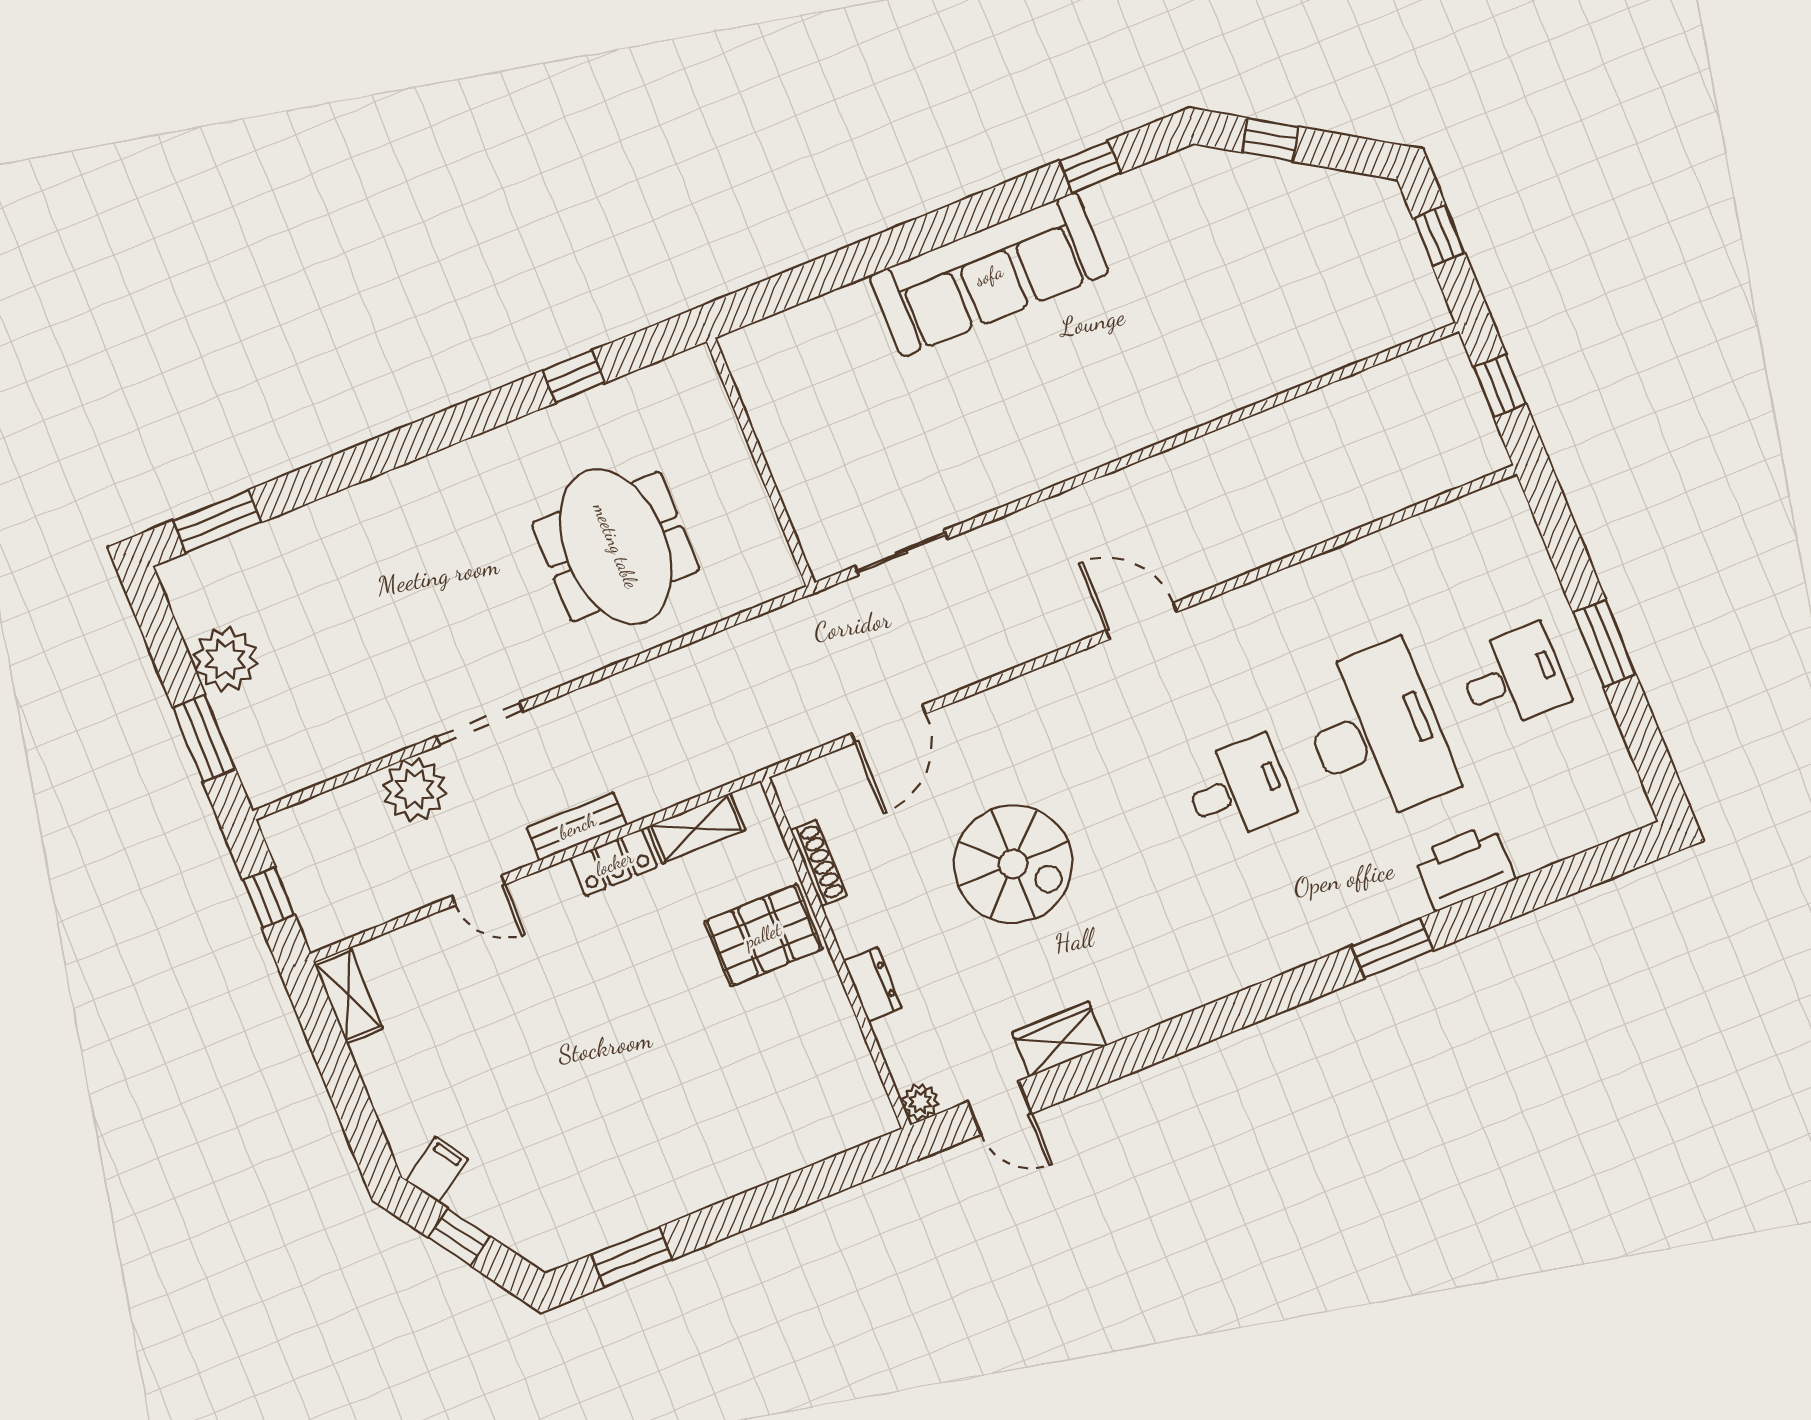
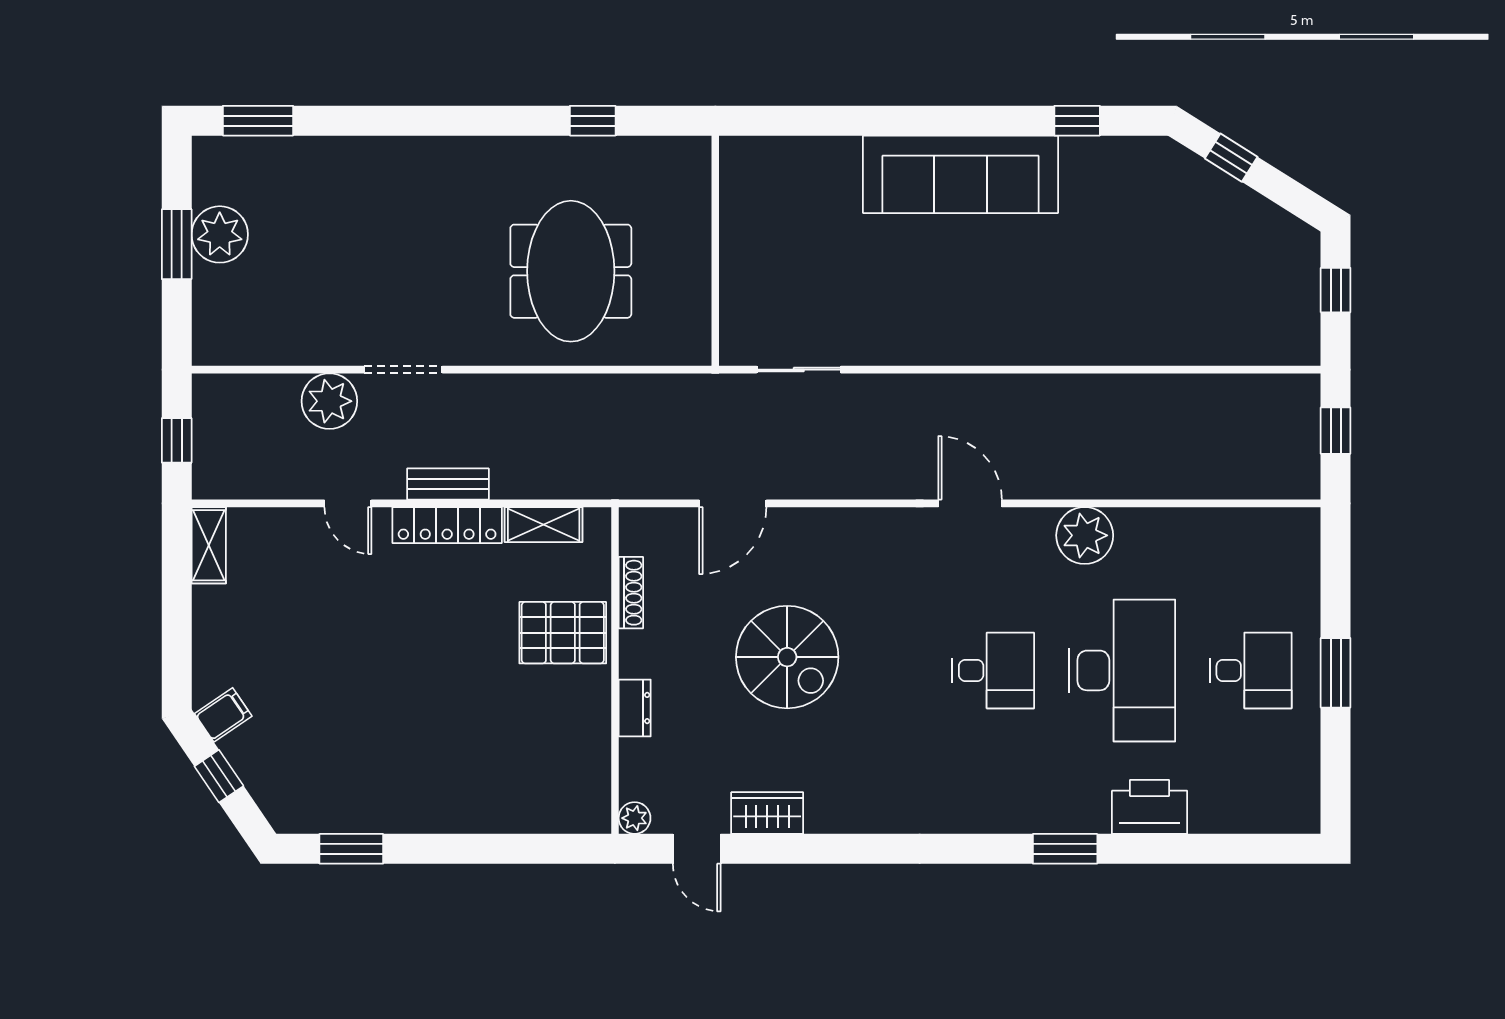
plant: (1278, 606) -> (1085, 535), added
window: (204, 738) -> (177, 244), moved
locker: (614, 863) -> (447, 525), width x1.53

